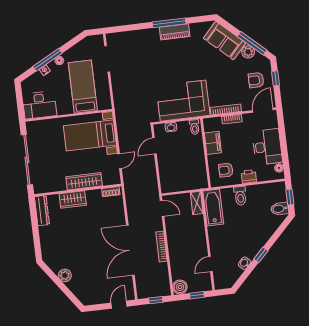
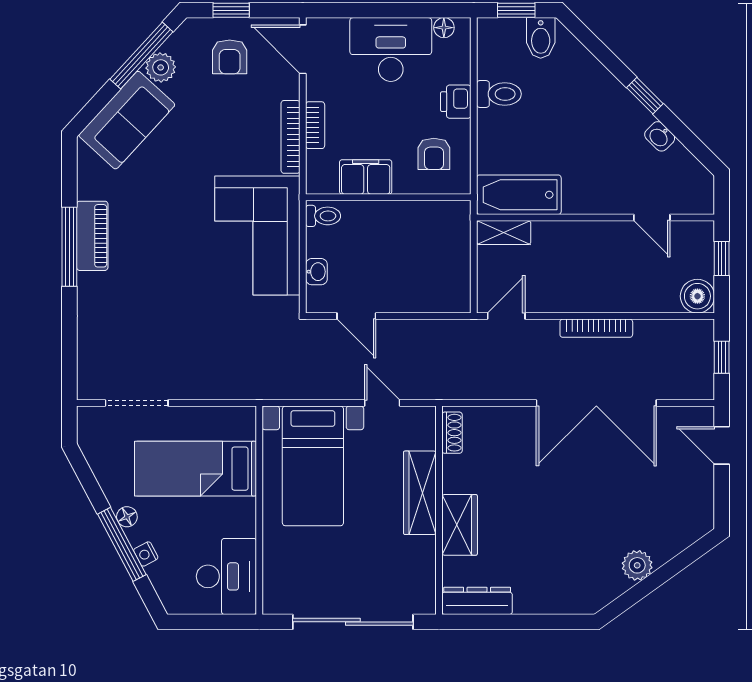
toilet: (240, 196) -> (499, 94), moved

